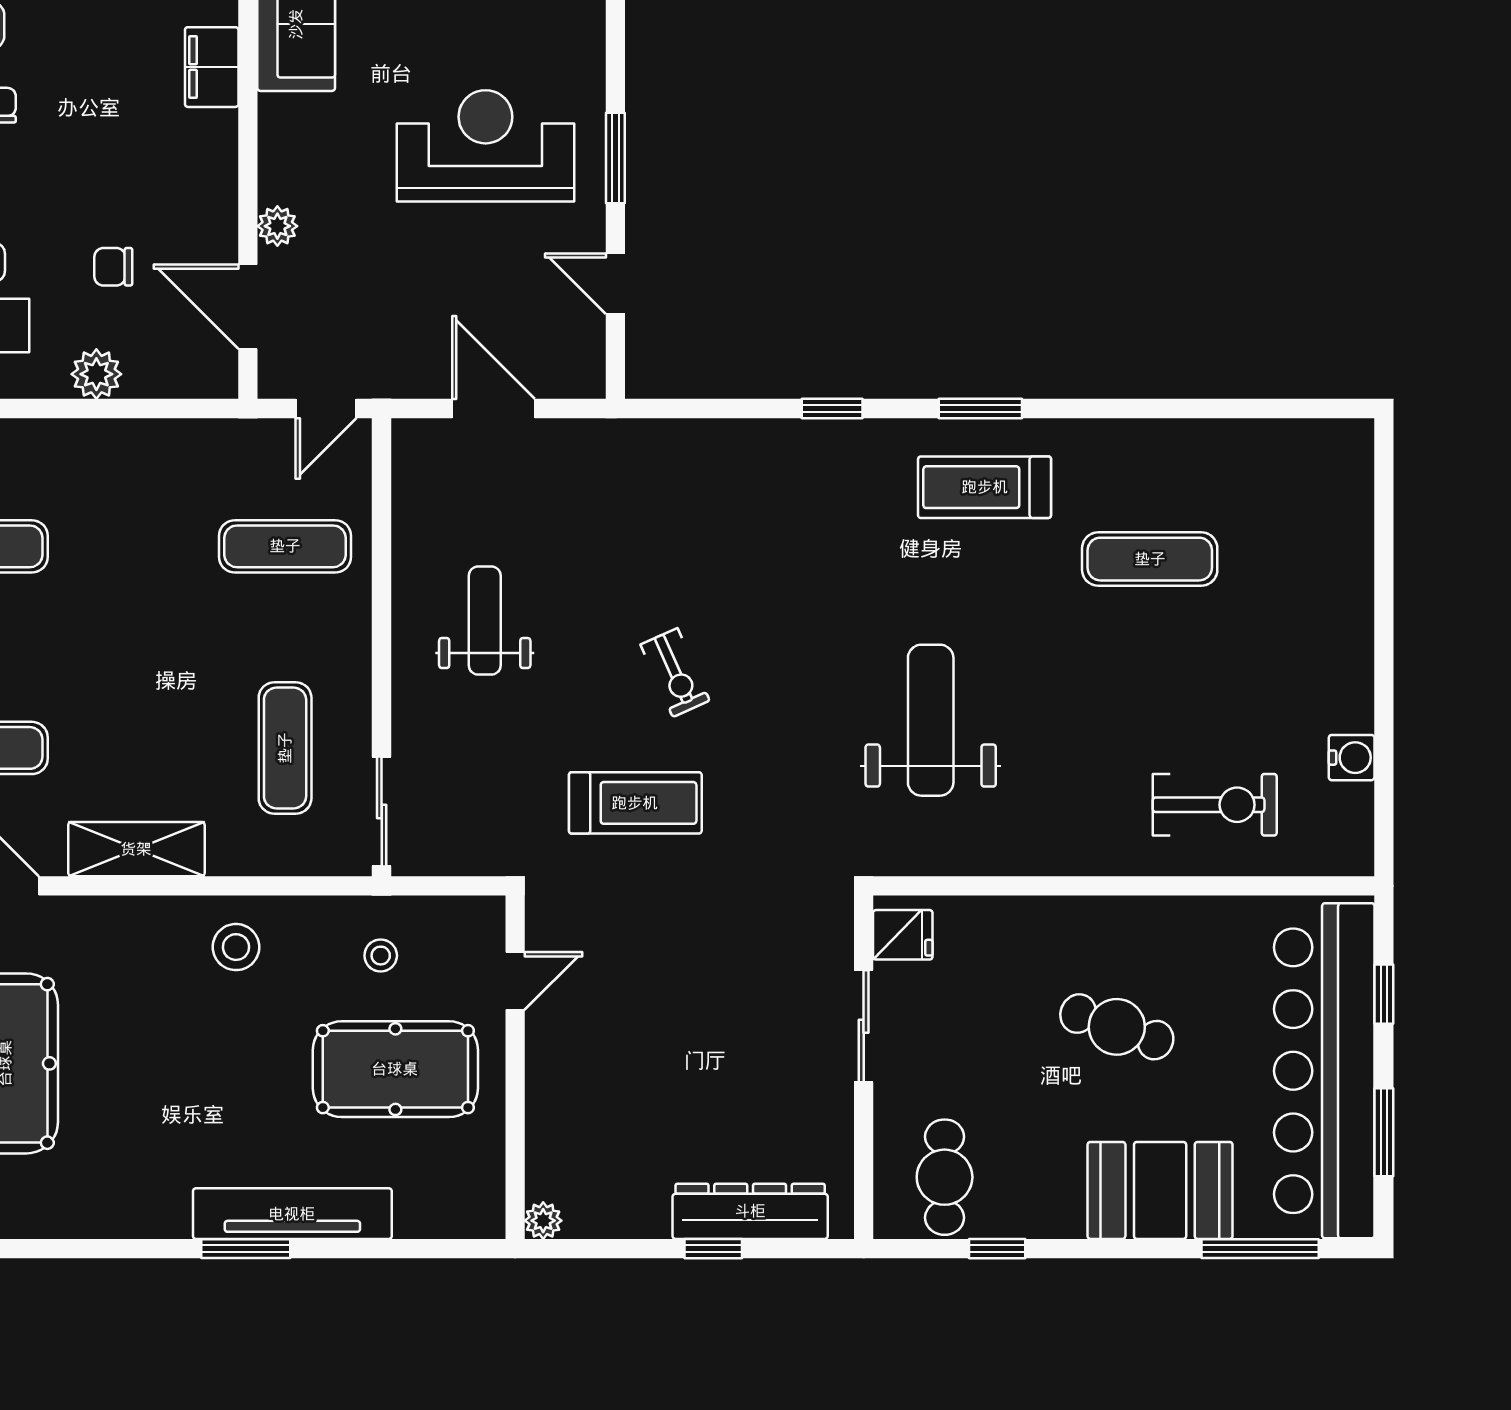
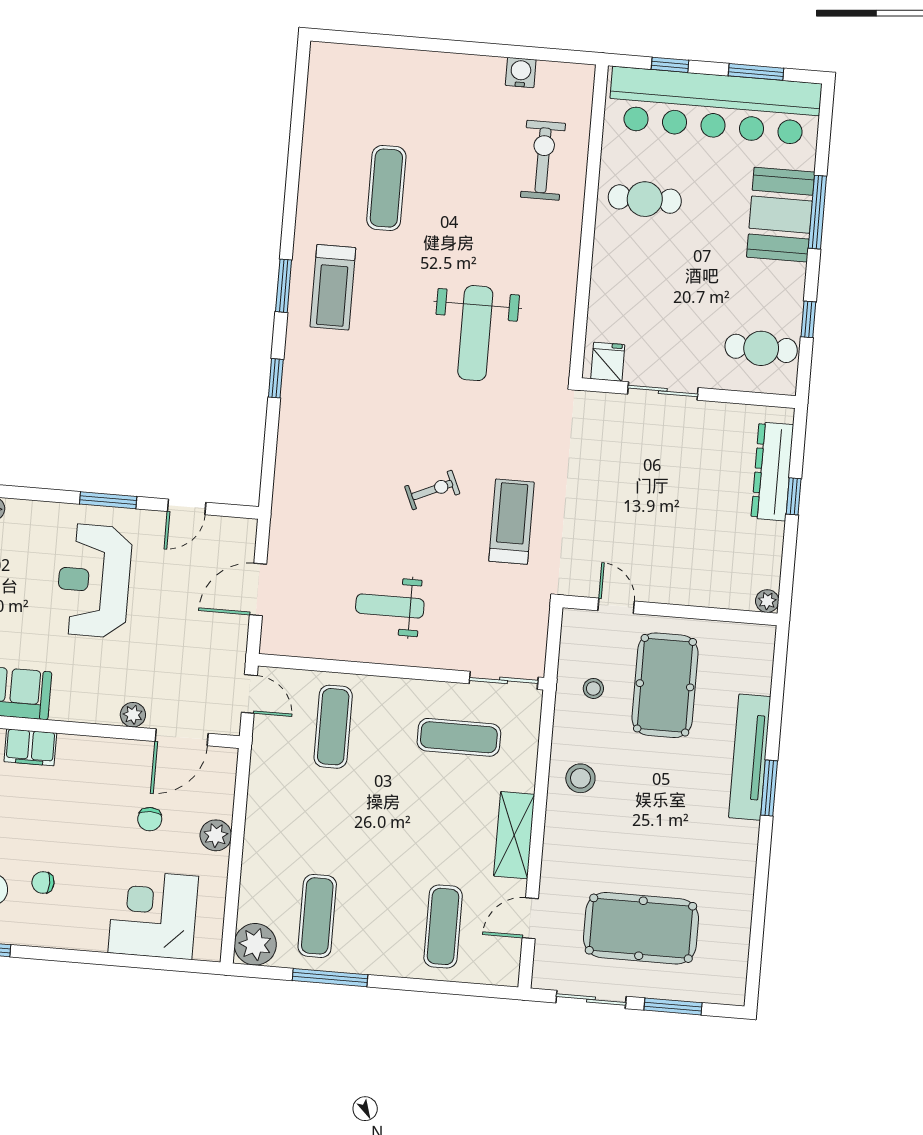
weight bench: (931, 720) -> (475, 333), turned -90
cafe table: (1117, 1027) -> (645, 199), moved, turned 71
window: (1260, 1249) -> (817, 212), moved

